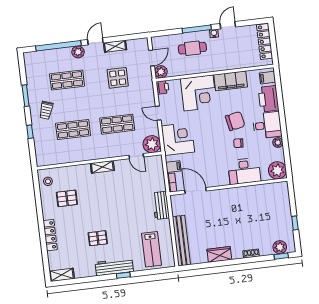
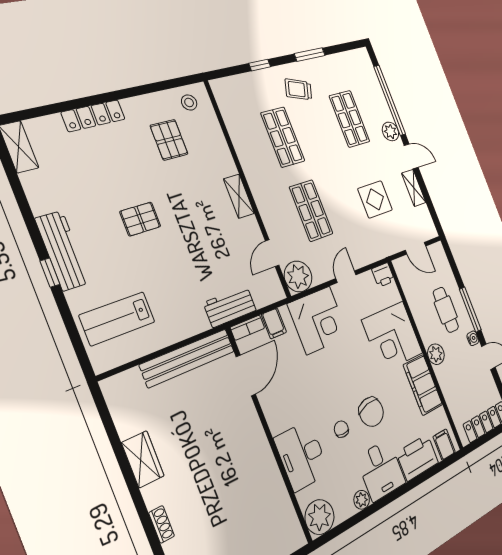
plant: (161, 72) -> (436, 354), moved
workbench: (161, 205) -> (230, 307), moved
pallet: (98, 238) -> (140, 219), moved, turned 90
bench: (181, 241) -> (188, 358), moved

